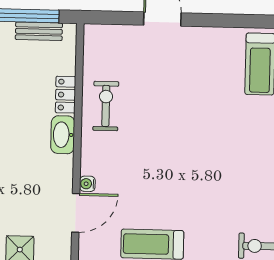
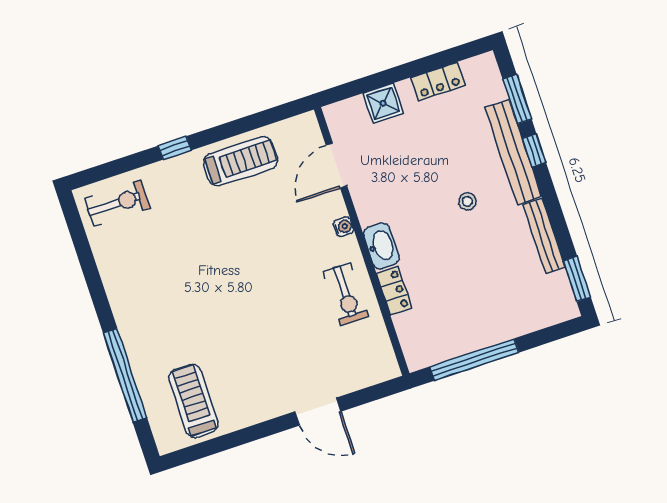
bench: (39, 31) -> (448, 349), removed
water cooler: (87, 184) -> (343, 227), moved

